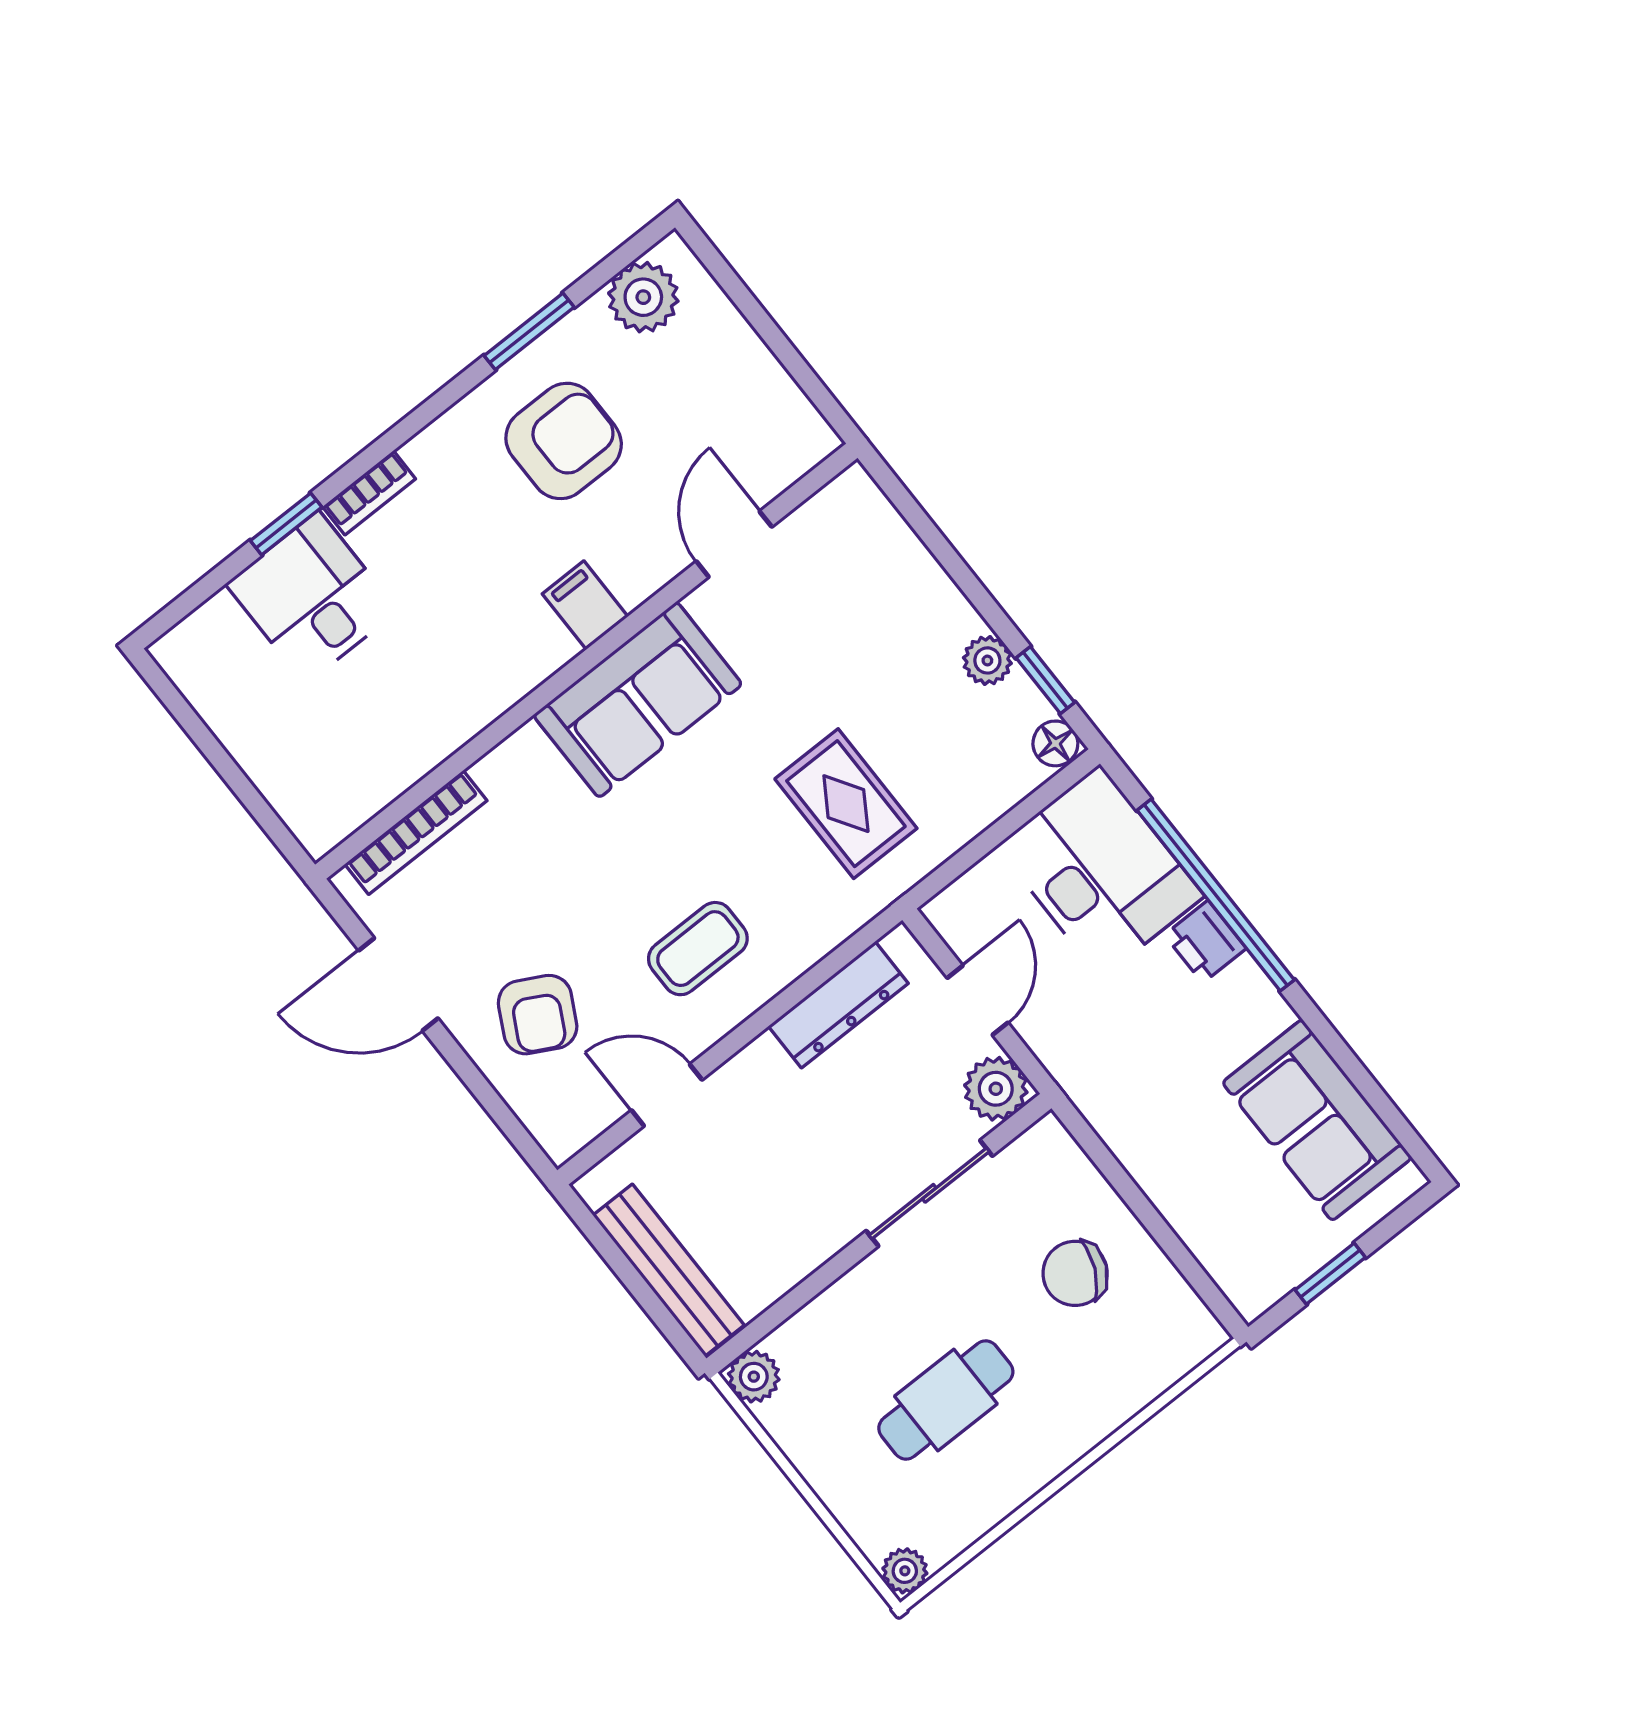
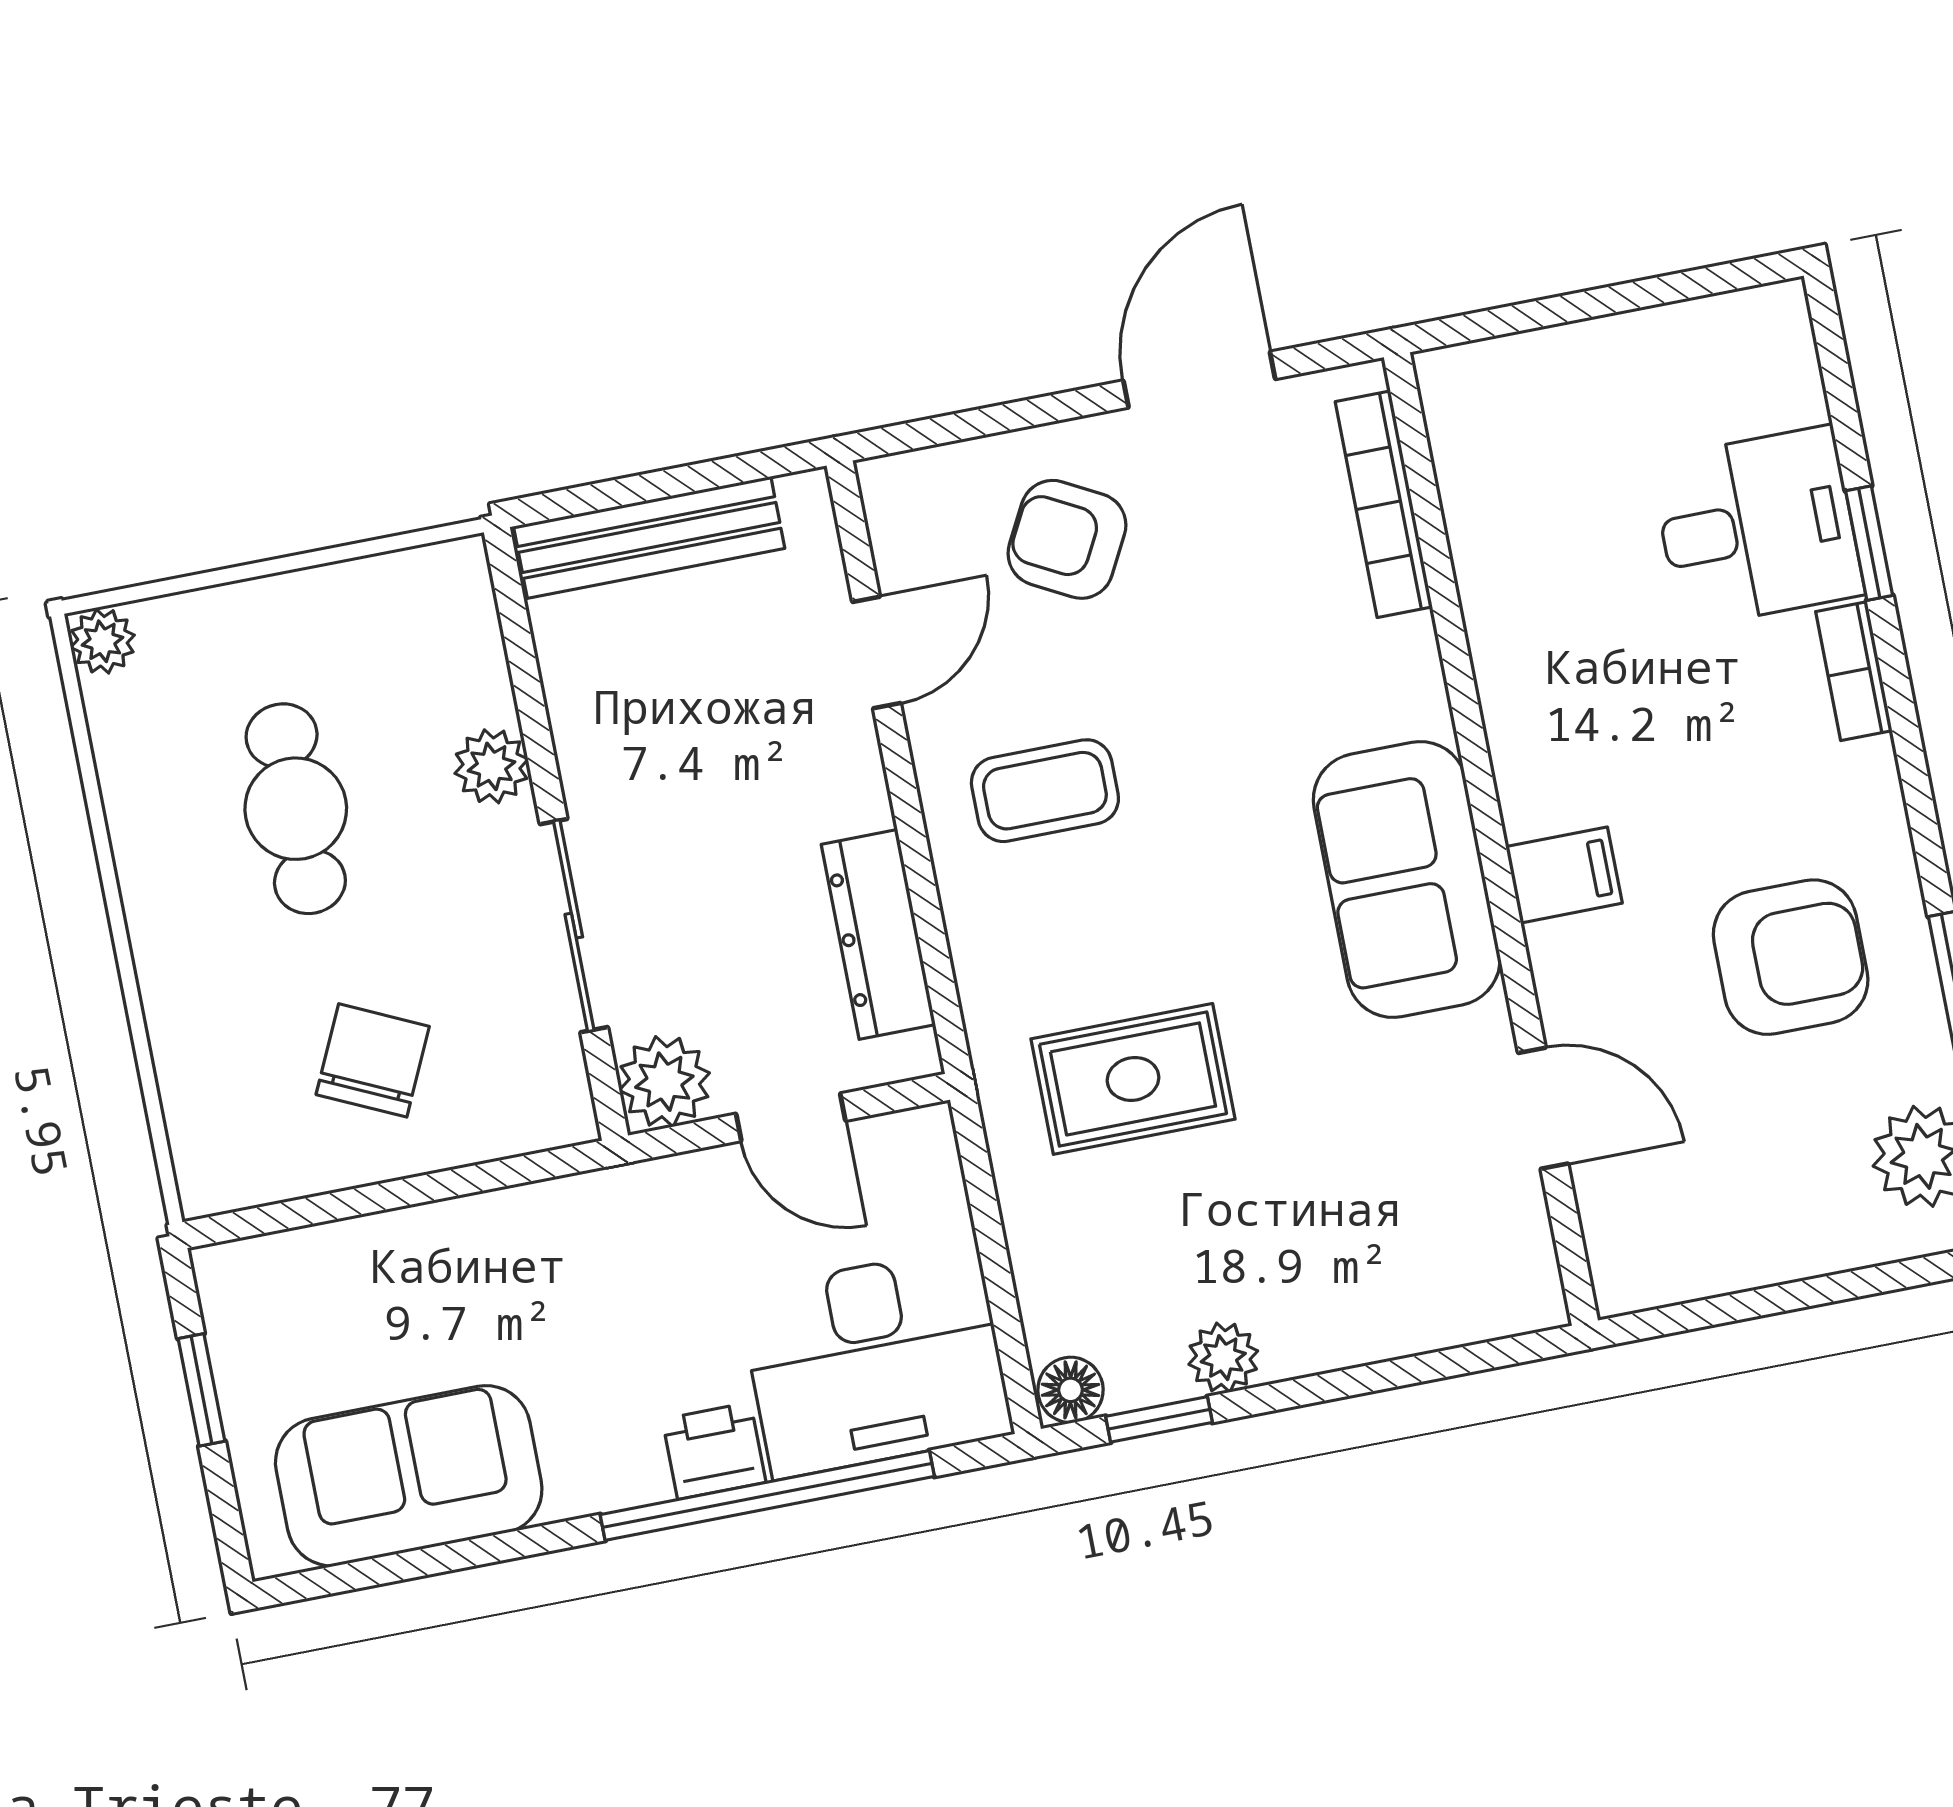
armchair: (564, 441) -> (1791, 957), turned -90
coffee table: (698, 949) -> (1045, 791), turned 90
plant: (754, 1377) -> (491, 766), moved

